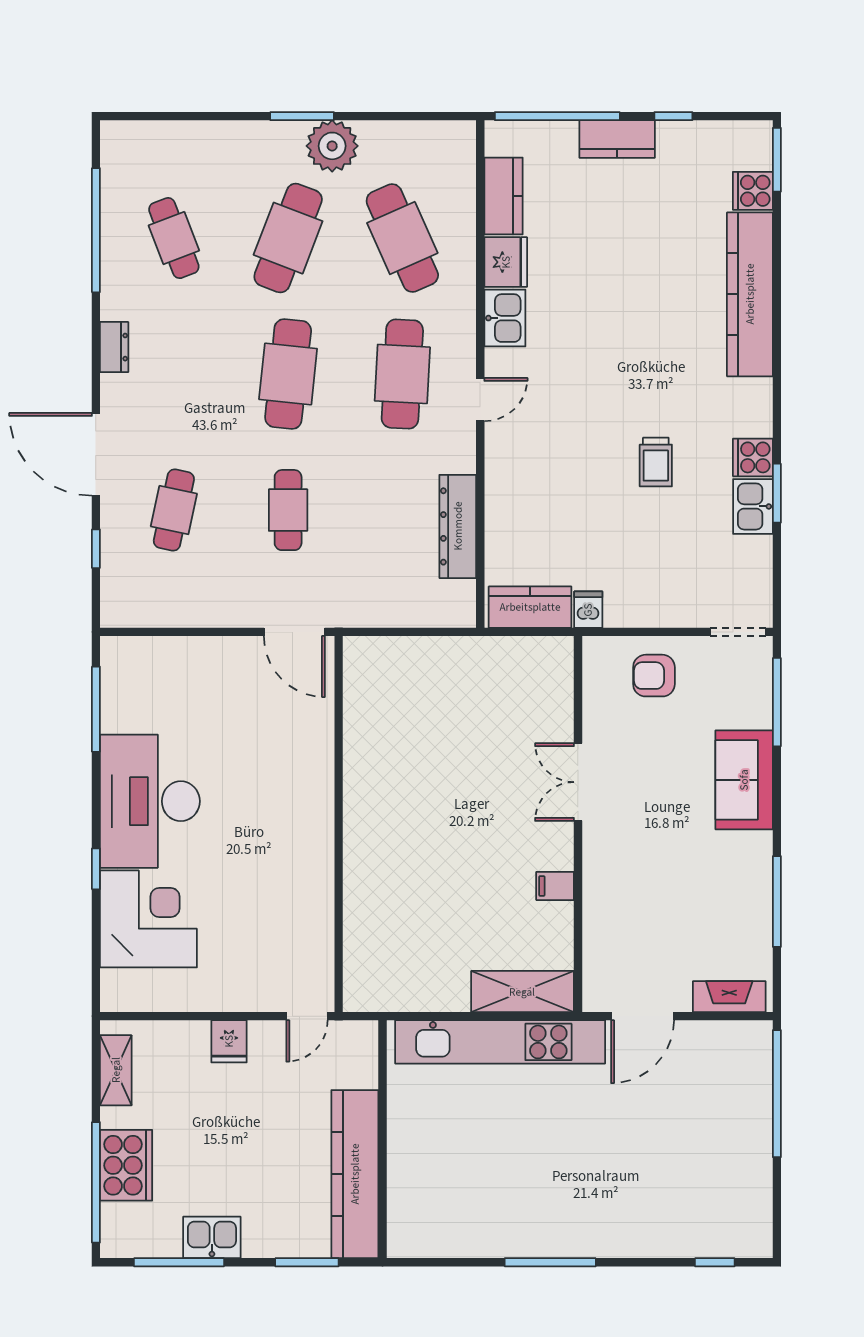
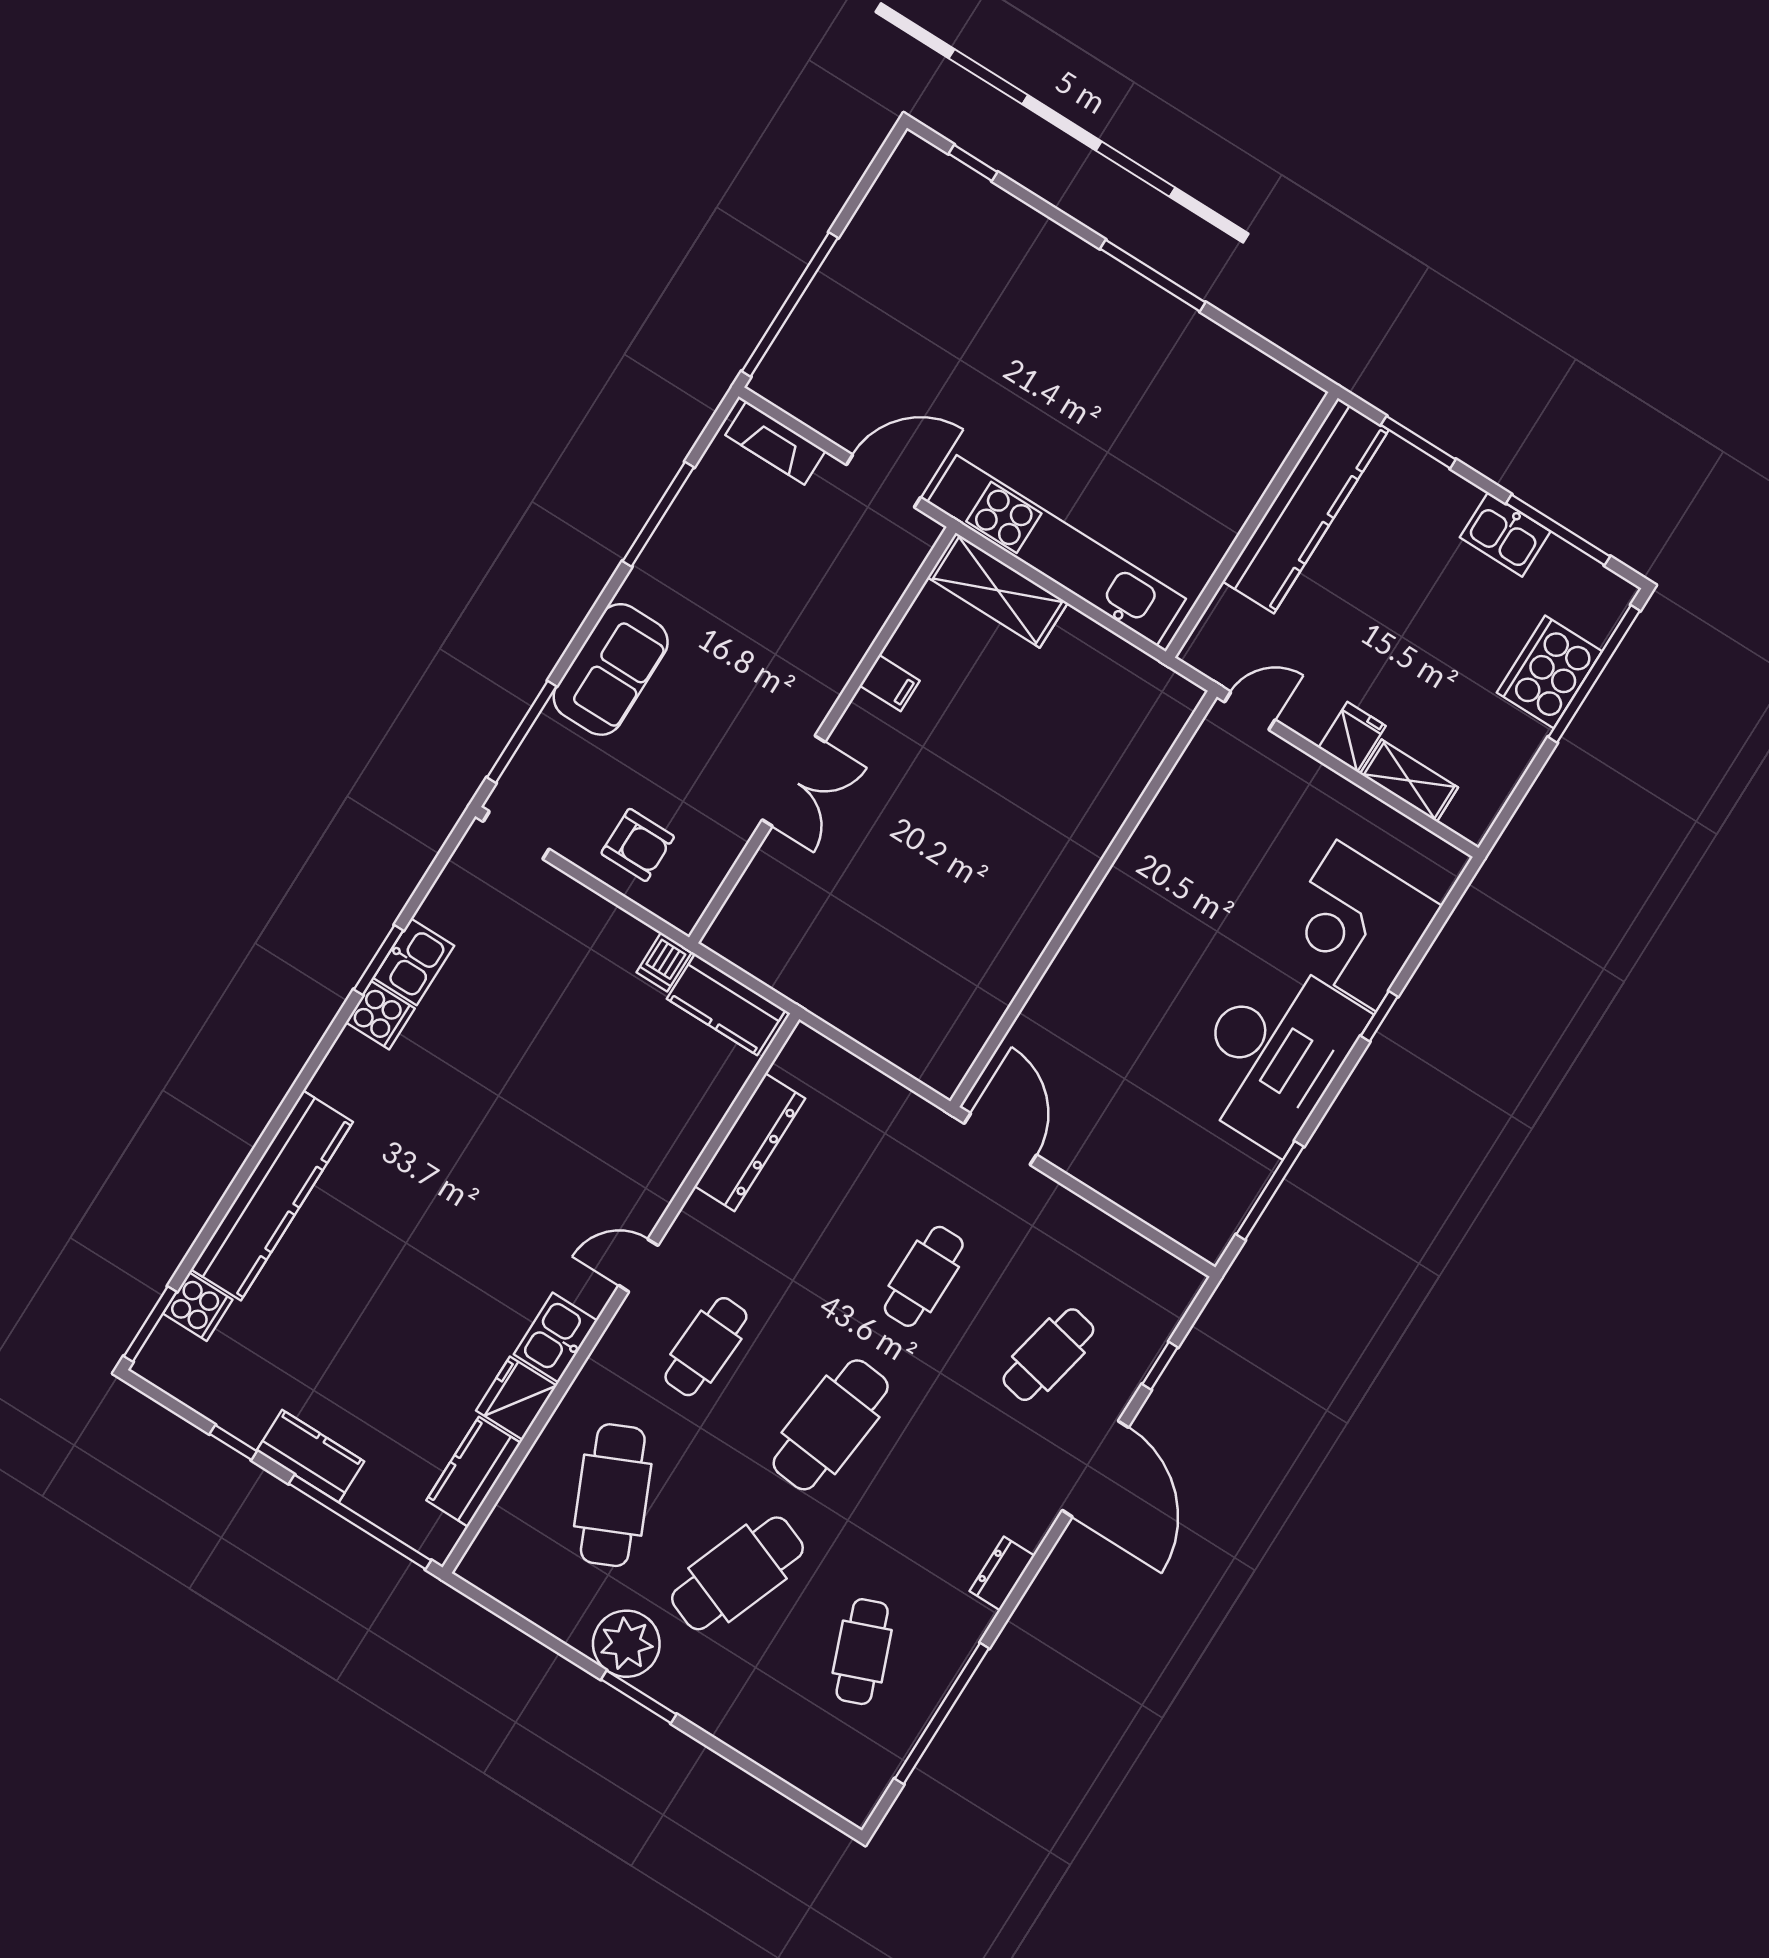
cafe table: (402, 374) -> (706, 1347), width x0.73, depth x0.74
trolley: (656, 462) -> (489, 1077), removed
shelving: (116, 1070) -> (1409, 781), moved, turned 90

